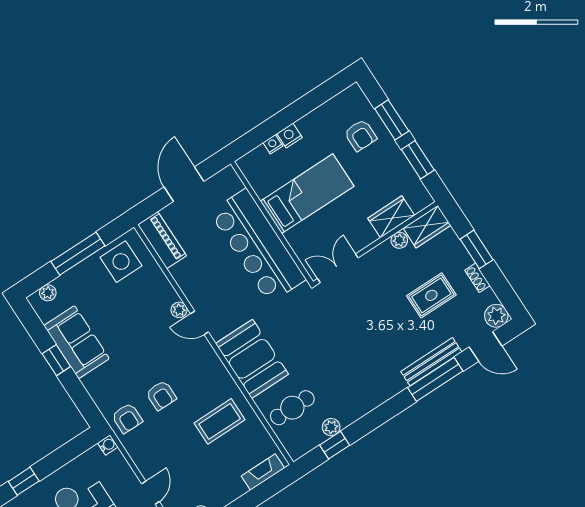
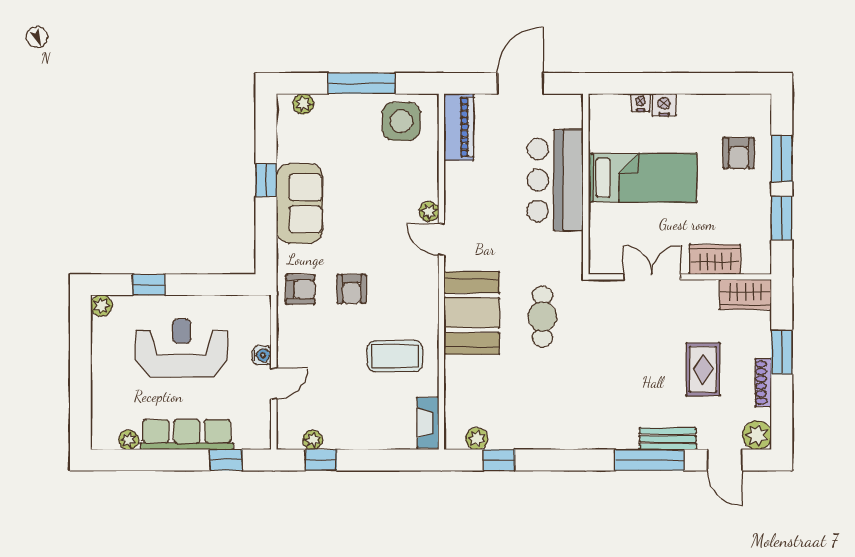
plant: (399, 240) -> (707, 290), removed
bar counter: (258, 246) -> (555, 180), width x0.73
double door: (338, 268) -> (652, 277), moved
shoe rack: (477, 278) -> (763, 383), width x1.43
rug: (431, 295) -> (703, 369), turned 90
sofa: (76, 342) -> (299, 203), moved
bench: (431, 362) -> (668, 439), width x0.73
cafe table: (292, 408) -> (543, 317), moved, turned 90
armchair: (127, 418) -> (300, 289), turned -90
plant: (331, 427) -> (477, 439), moved
water cooler: (108, 445) -> (262, 355), moved
fireplace: (263, 472) -> (428, 423), moved, turned -90

